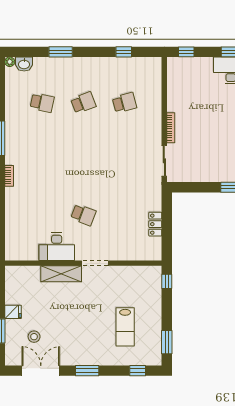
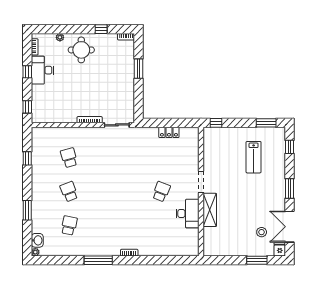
fridge: (13, 312) -> (280, 249), moved
lab bench: (125, 327) -> (254, 157), turned 90

